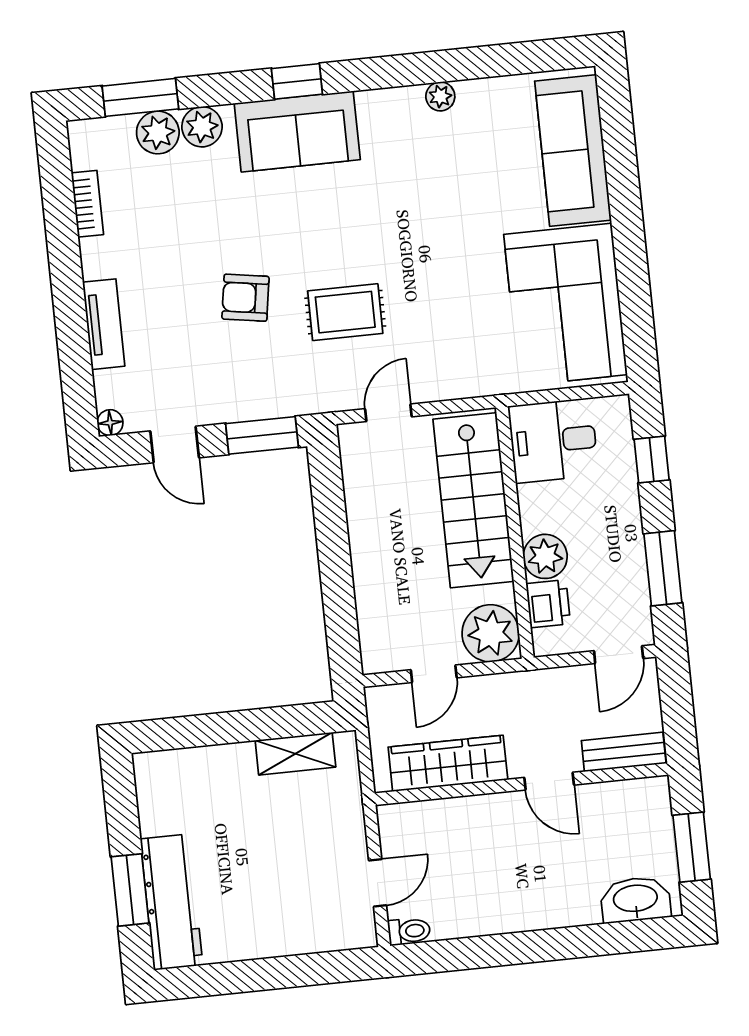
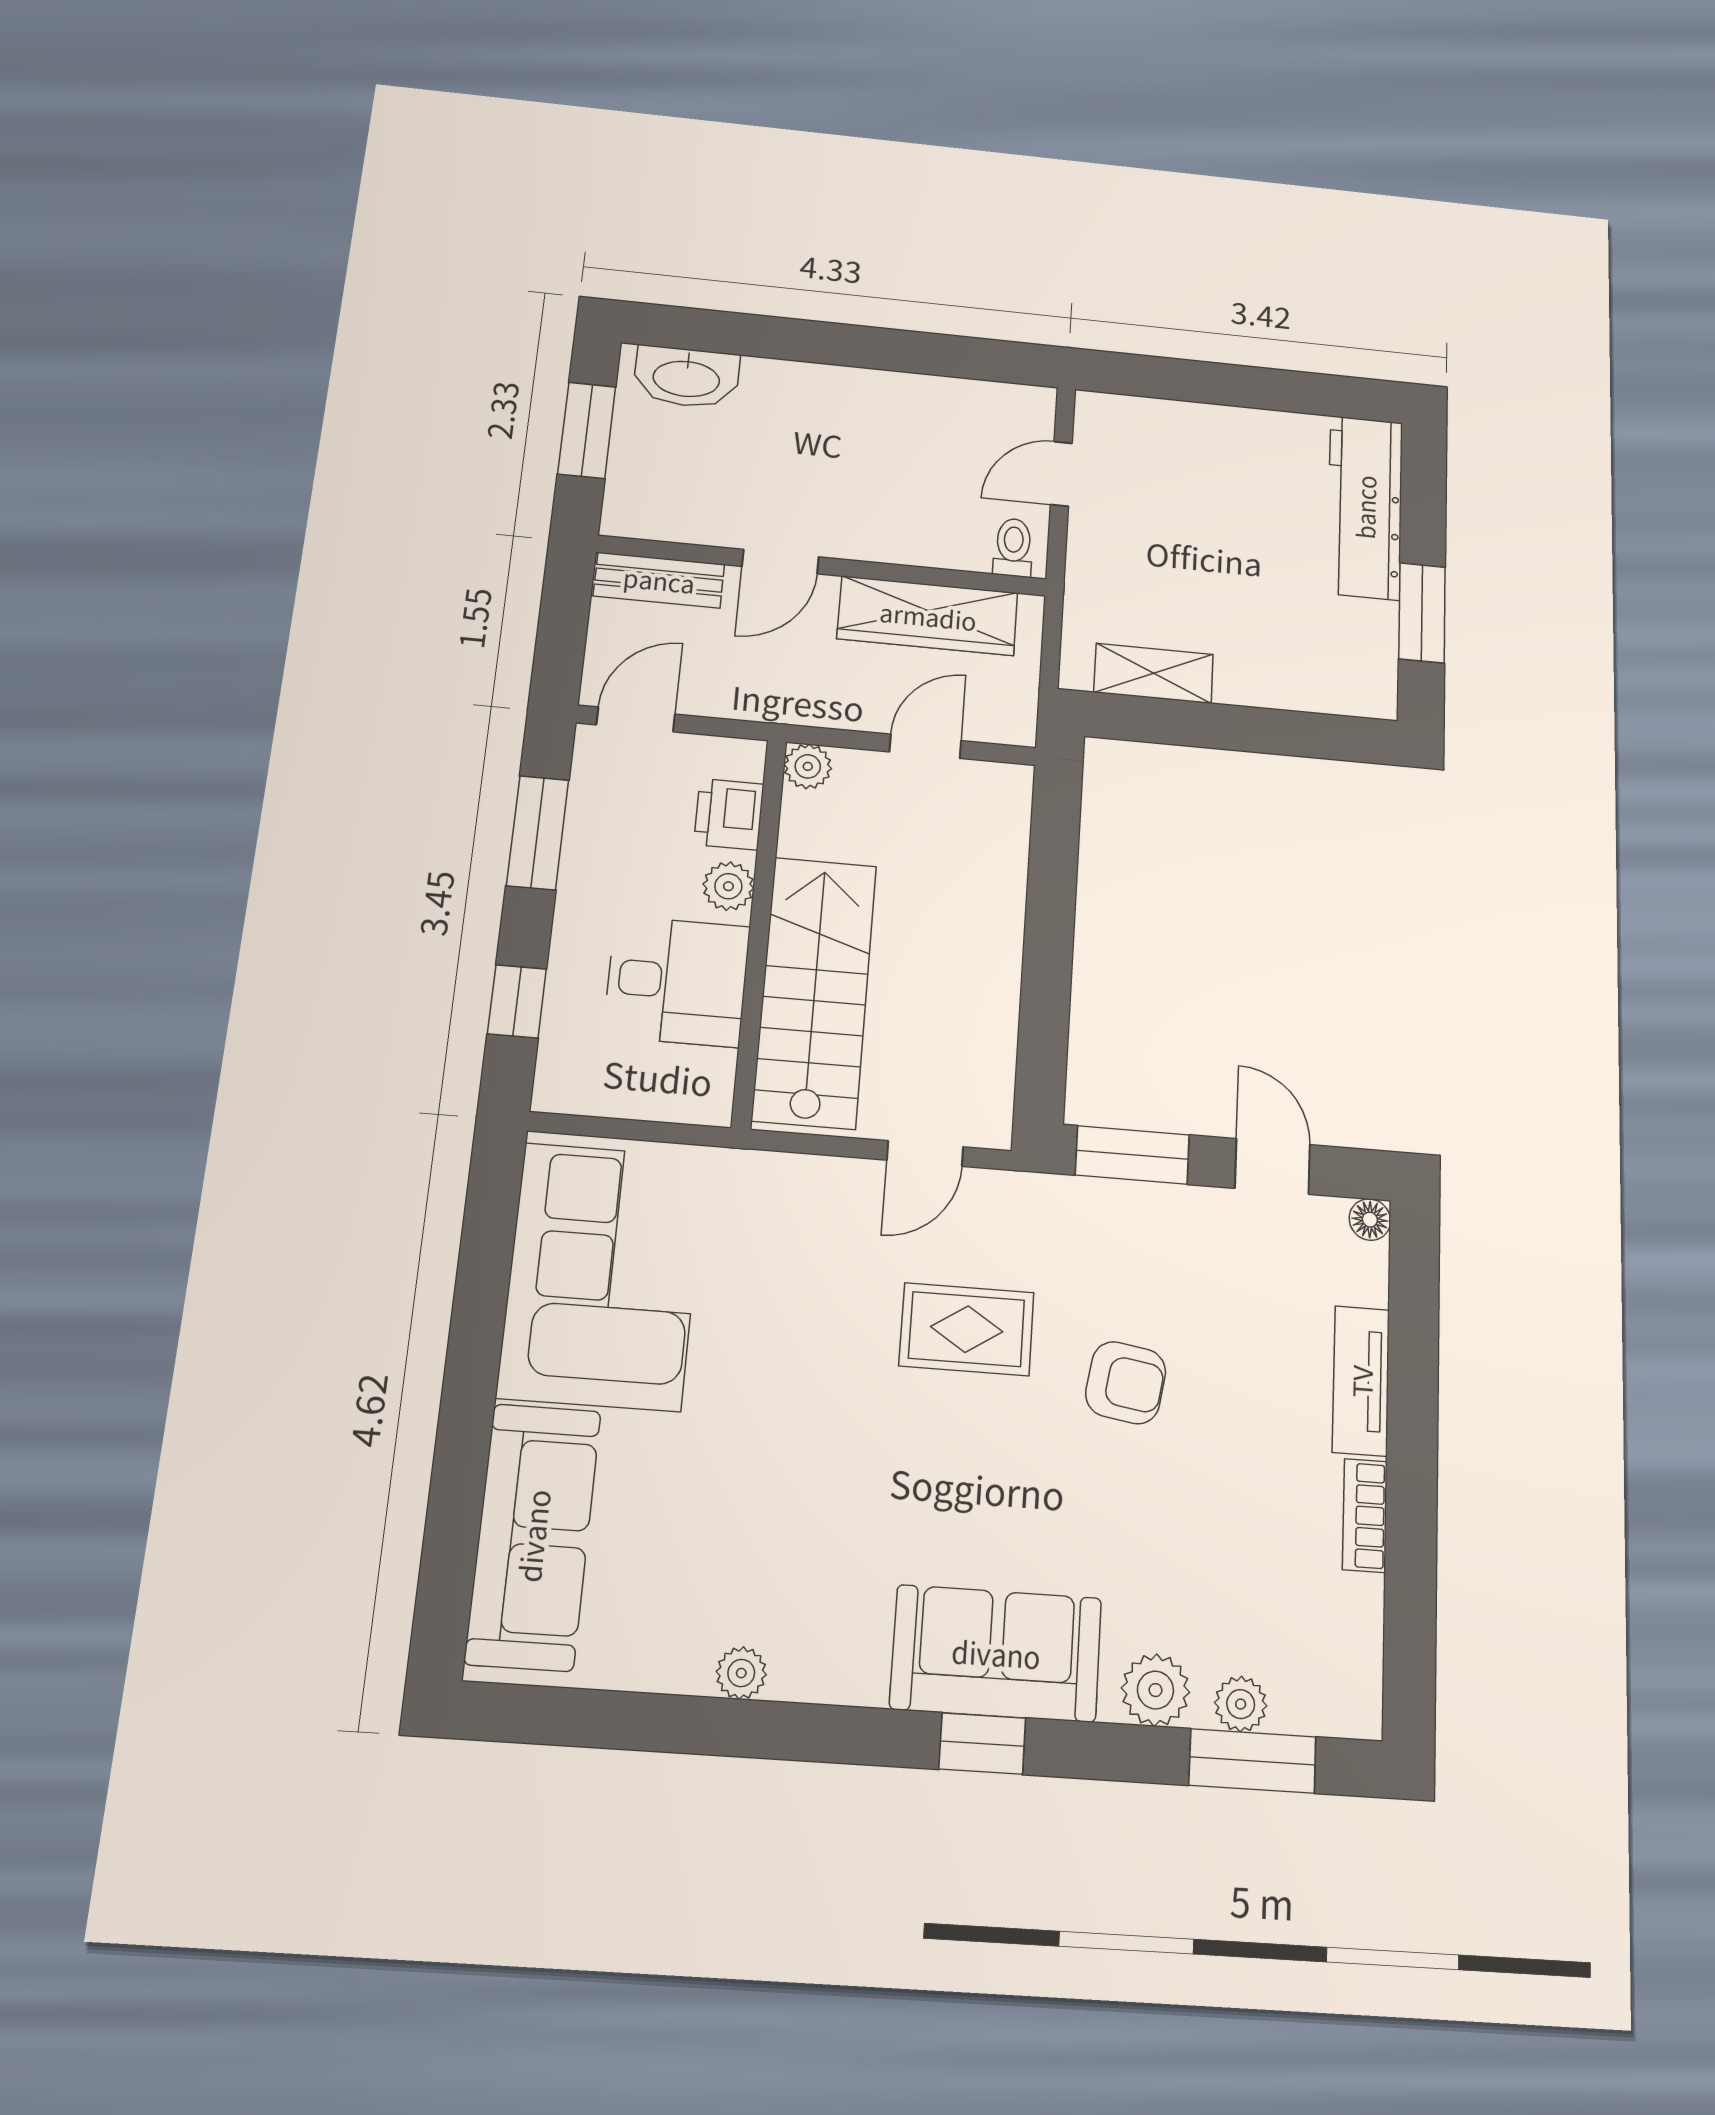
plant: (158, 133) -> (1241, 1704), width x0.73, depth x0.73
bookcase: (87, 204) -> (1365, 1515), moved
desk: (553, 441) -> (677, 981), moved
plant: (545, 556) -> (728, 886), width x0.73, depth x0.73
plant: (491, 633) -> (808, 766), width x0.53, depth x0.53
door: (549, 781) -> (780, 562), swing flipped
window: (130, 890) -> (1422, 613), moved
toilet: (409, 931) -> (1013, 548), moved, turned 90

